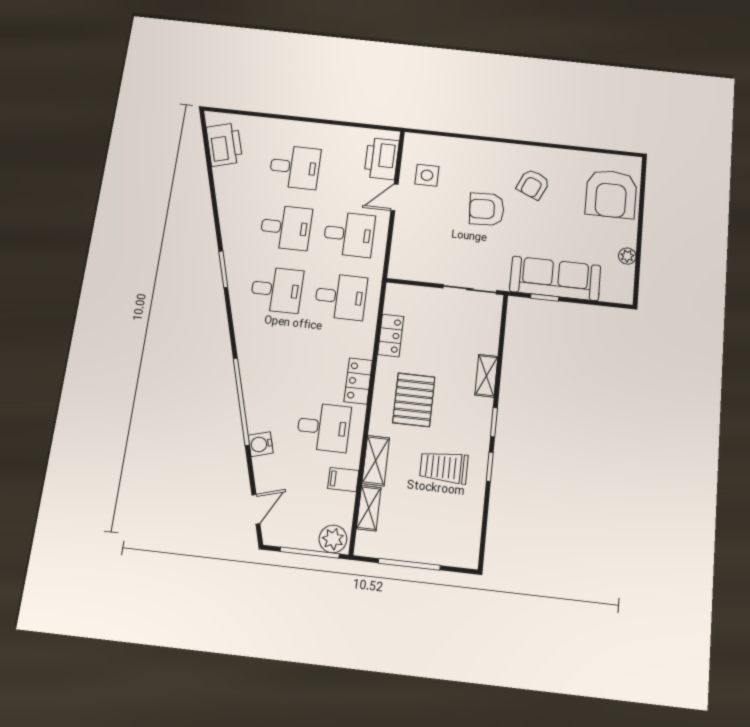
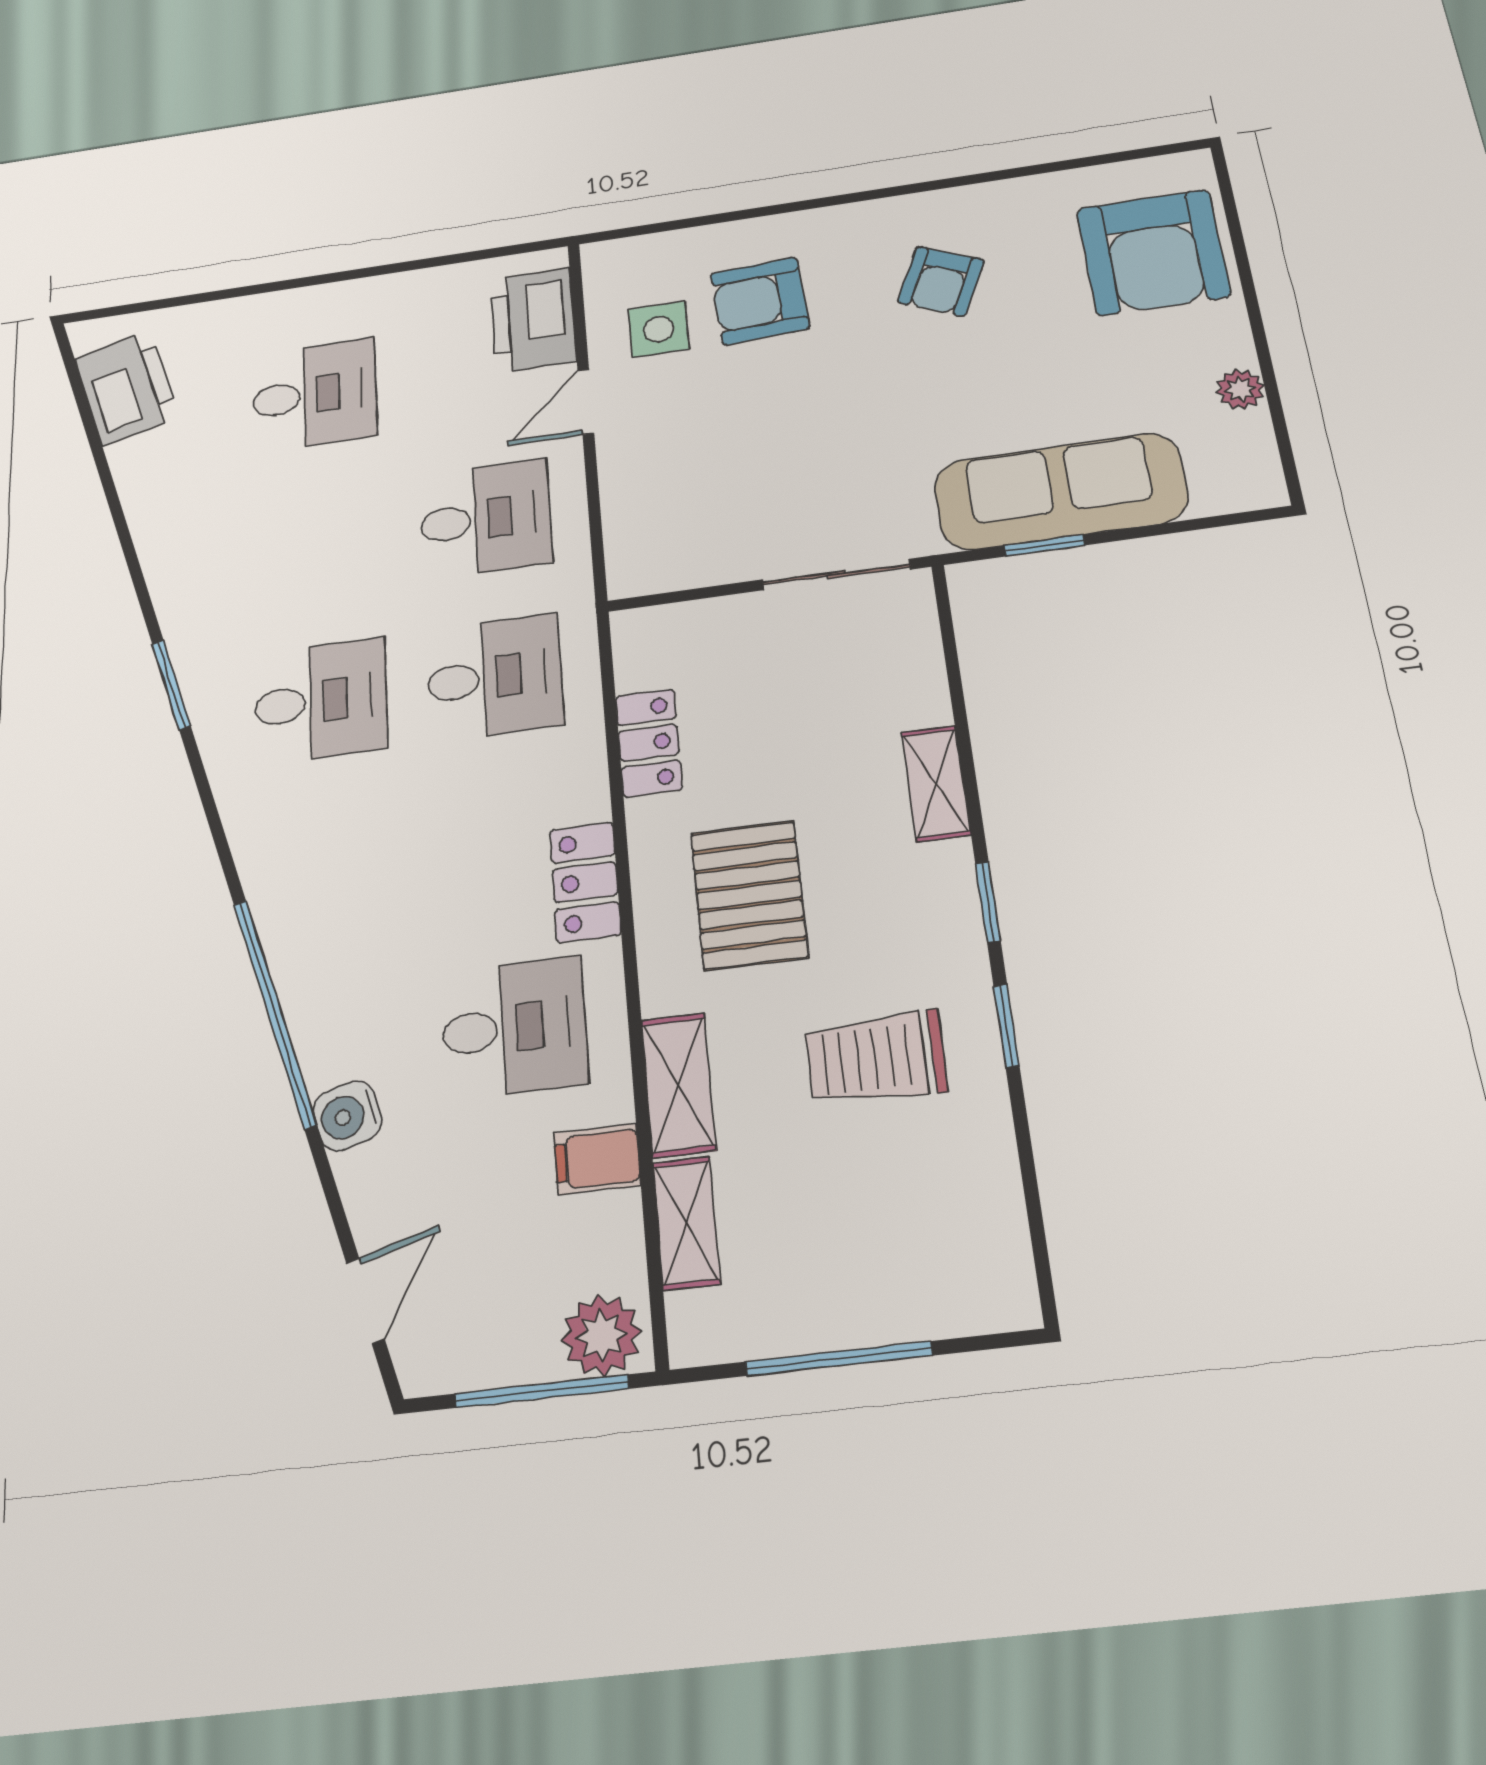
armchair: (487, 209) -> (760, 301), moved
desk: (286, 227) -> (317, 543), removed

